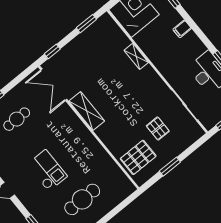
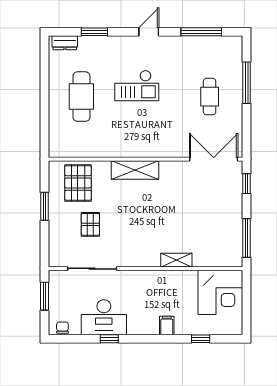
window: (86, 24) -> (247, 238), width x1.44
shelving: (87, 111) -> (135, 170), moved
pallet: (158, 128) -> (90, 224), turned 90

